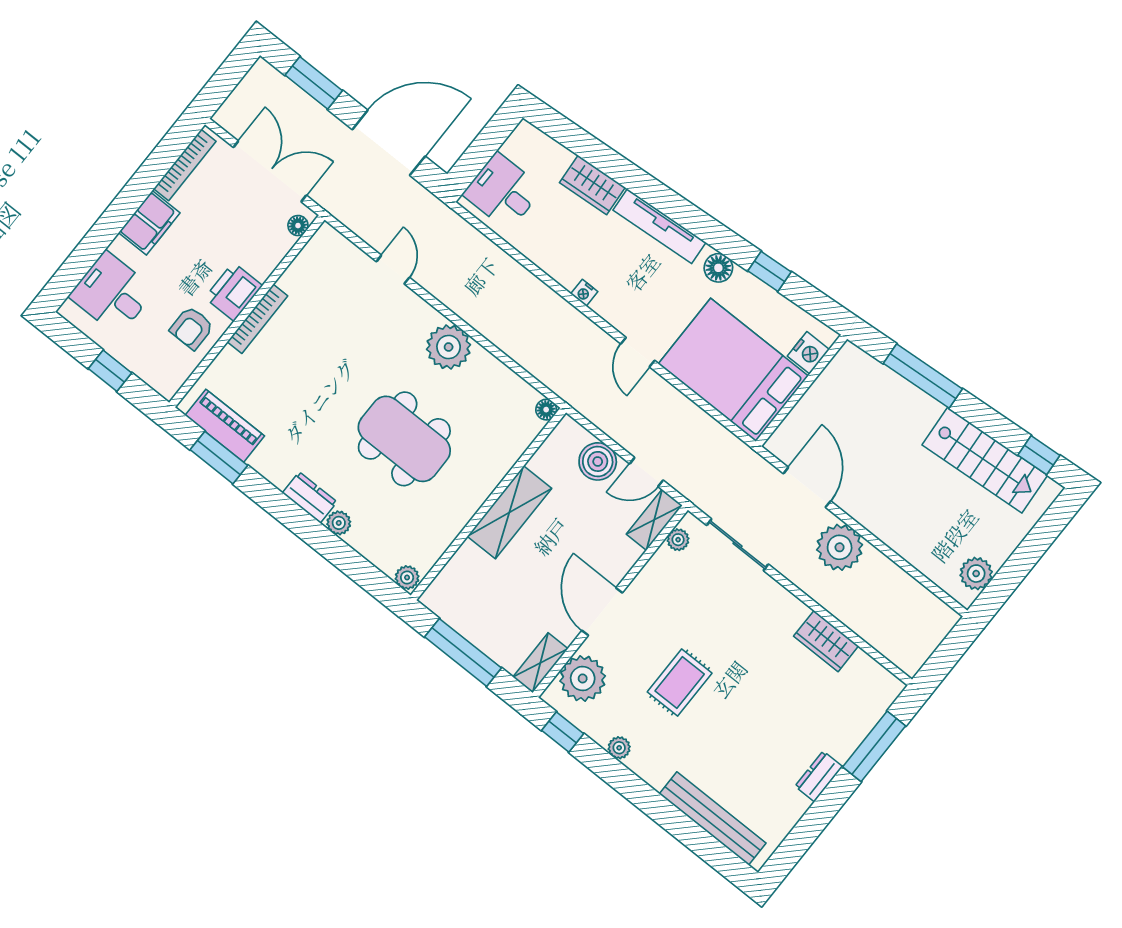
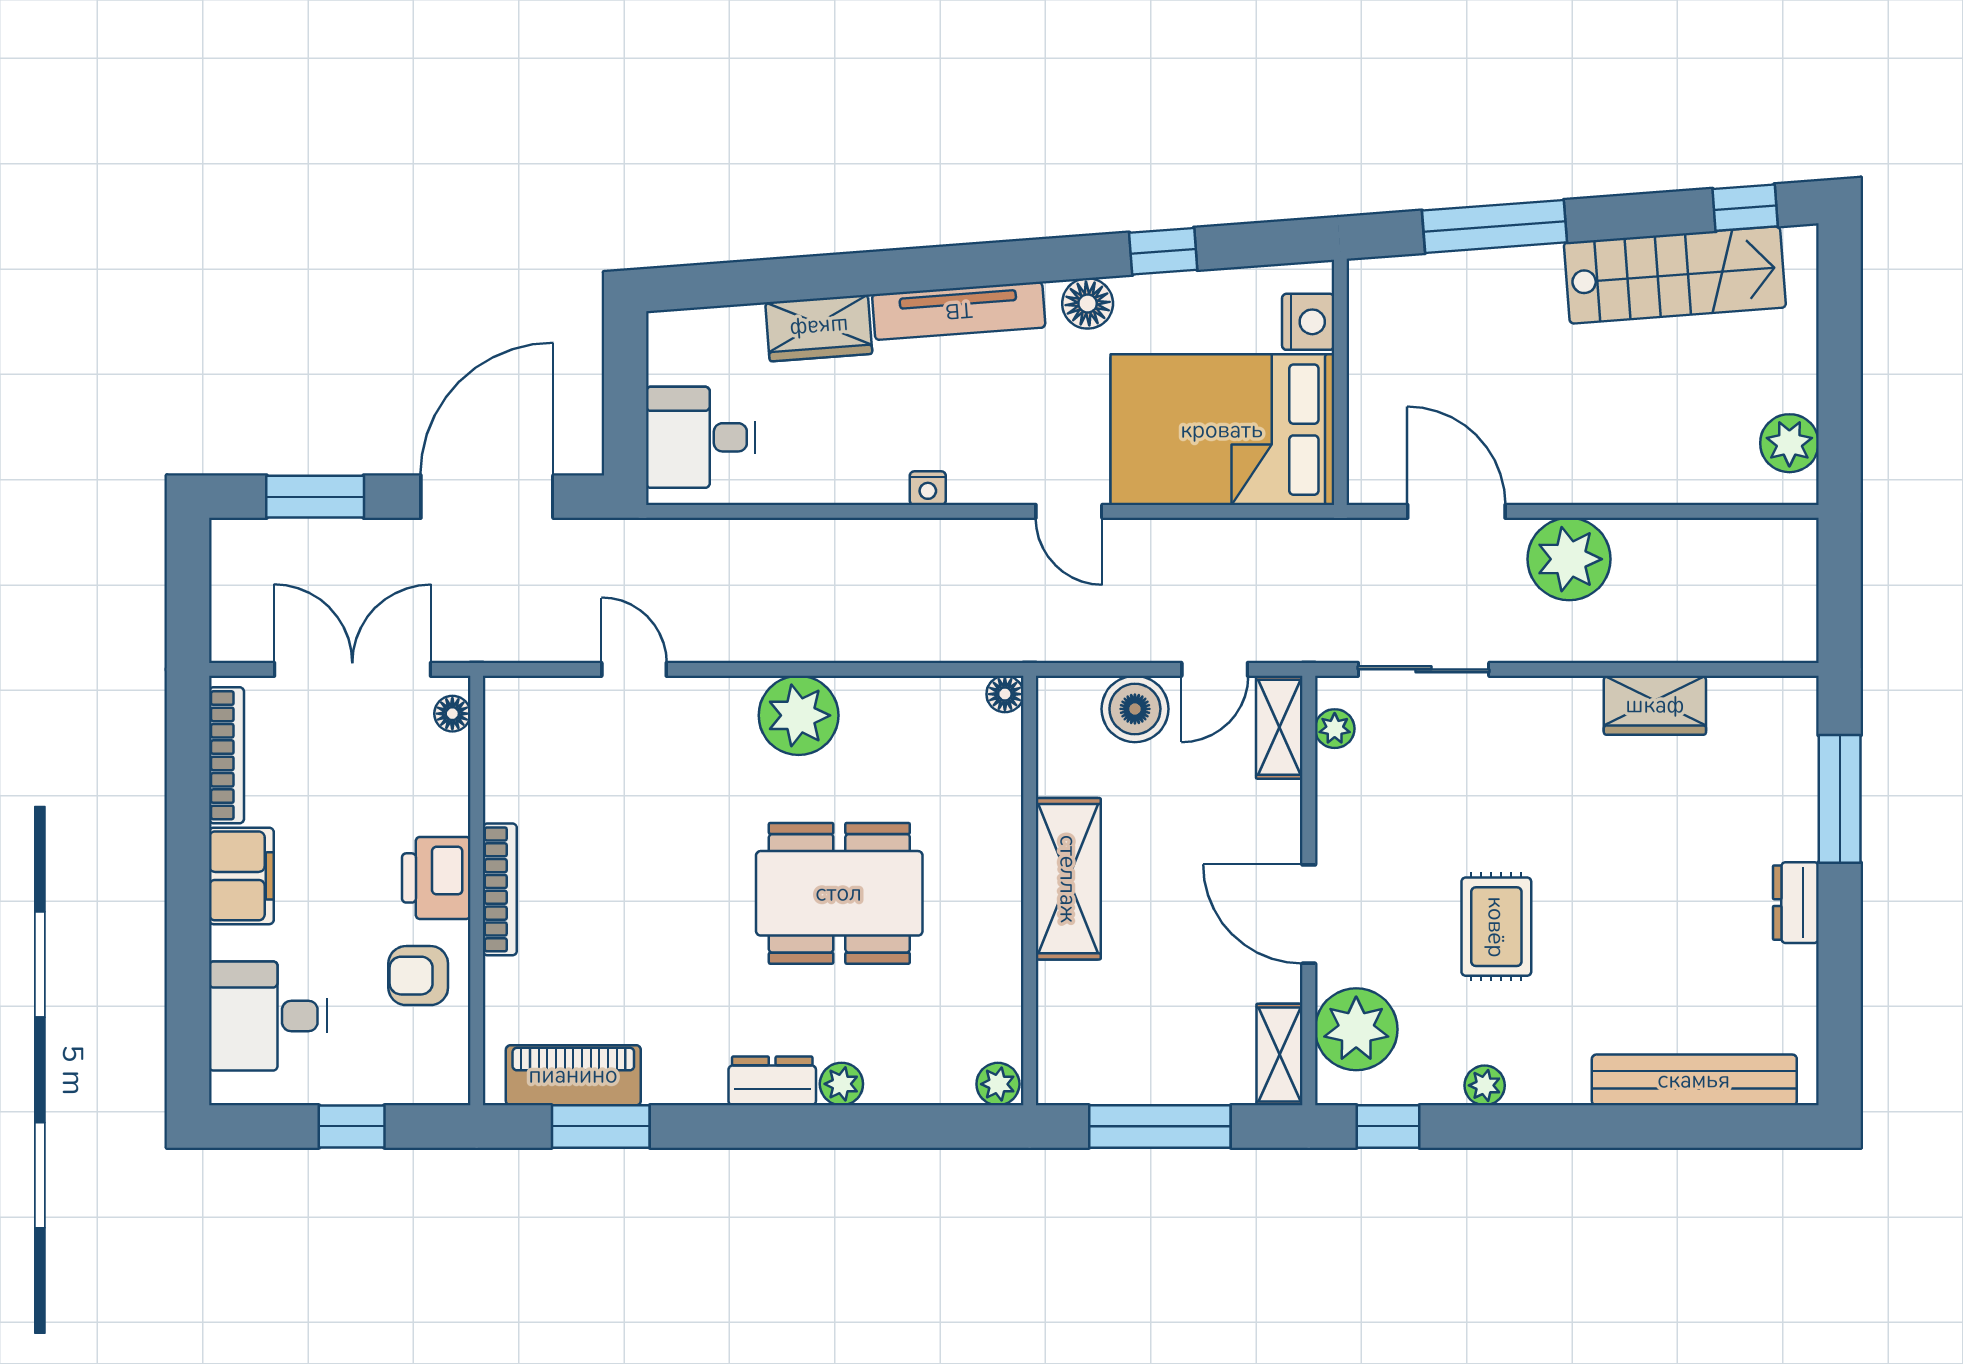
armchair: (192, 328) -> (418, 976), turned 90

